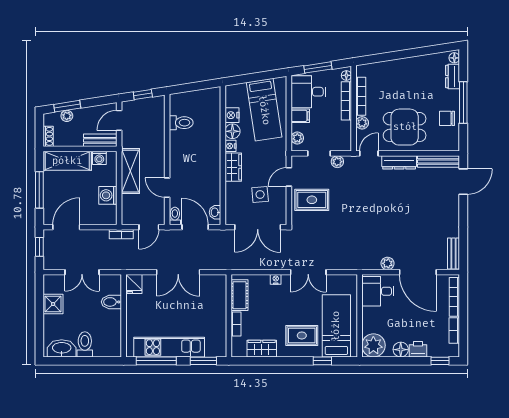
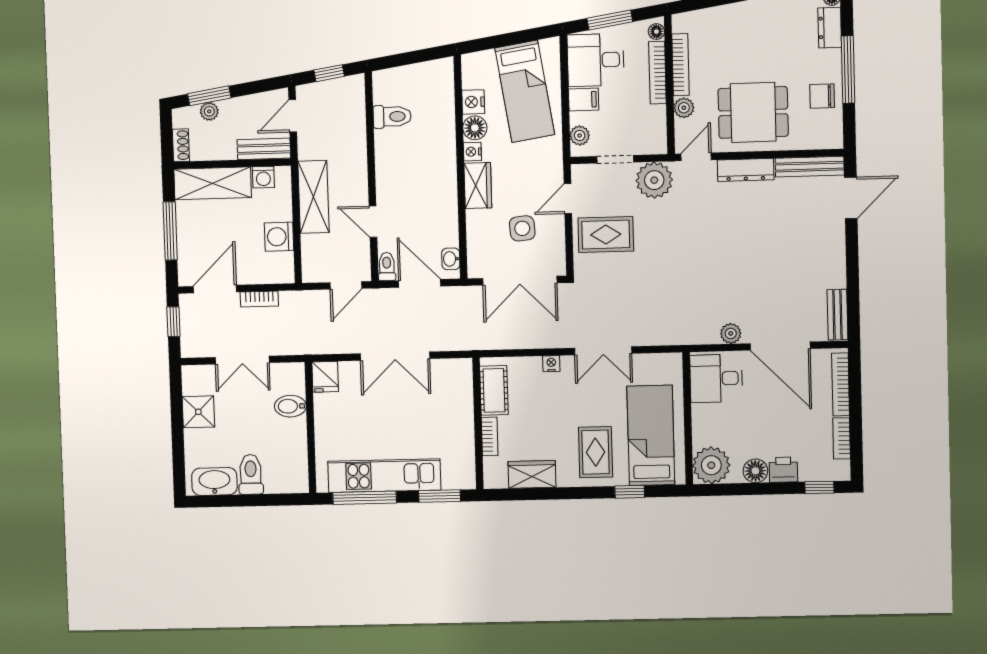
plant: (337, 162) -> (654, 180), width x1.87, depth x1.87
bookcase: (121, 234) -> (259, 299), moved
rug: (302, 335) -> (596, 452), turned 90

